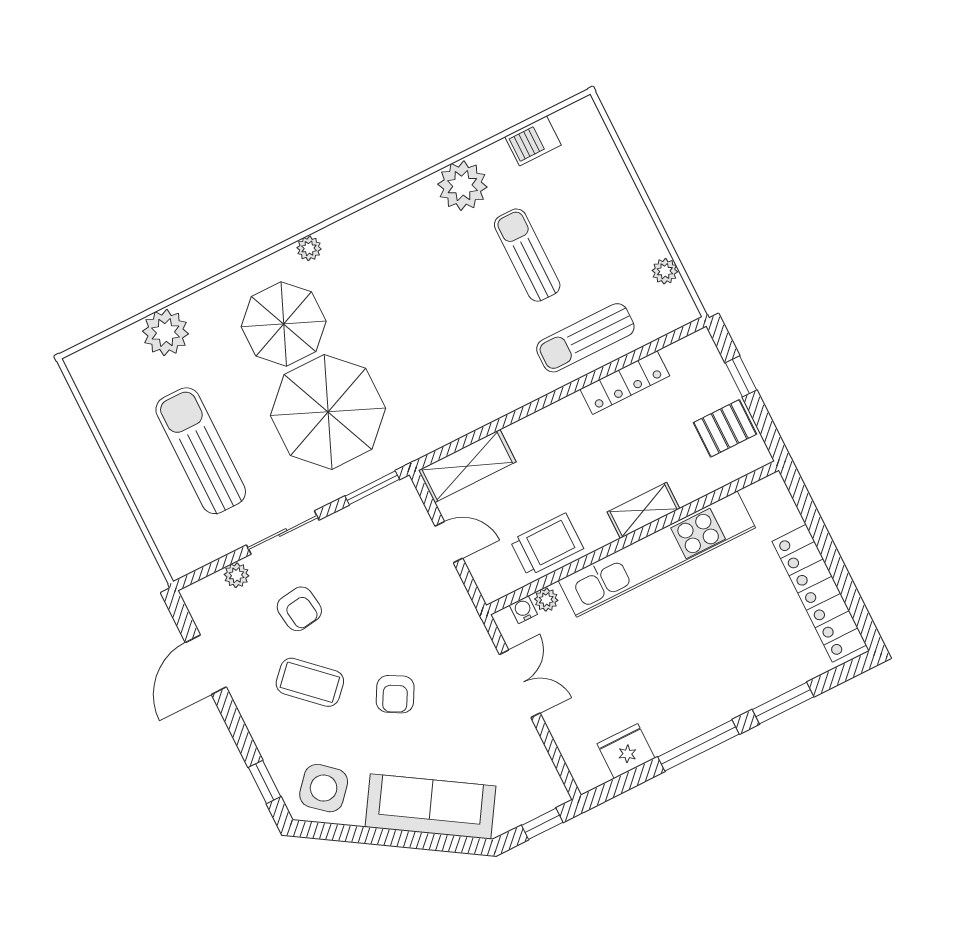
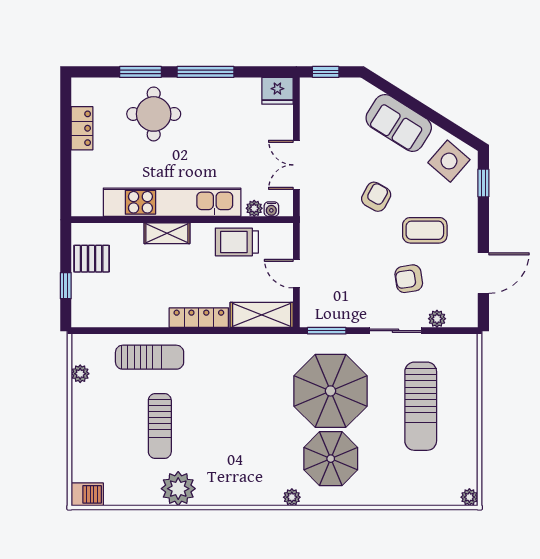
barbecue: (533, 141) -> (87, 494), moved
plant: (166, 333) -> (469, 497), moved, width x0.53, depth x0.53
locker: (625, 383) -> (199, 318), moved
locker: (819, 593) -> (82, 128), width x0.46, depth x0.83
armchair: (299, 609) -> (409, 279), turned -91
round table: (738, 657) -> (154, 114), added
coffee table: (310, 682) -> (425, 230), turned -43
fridge: (626, 751) -> (277, 91), moved
sofa: (431, 807) -> (399, 123), width x0.73

